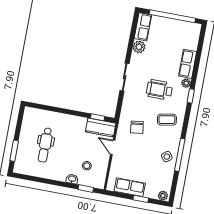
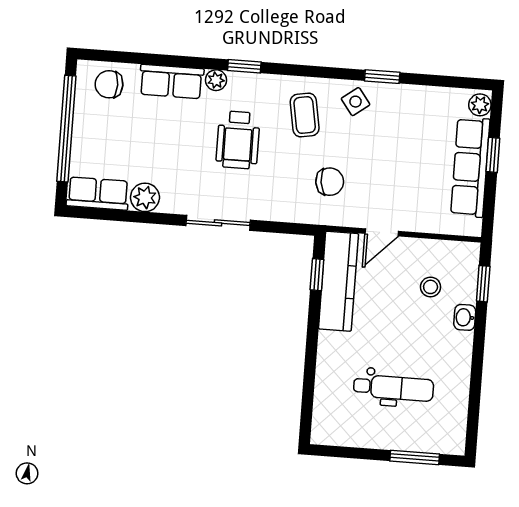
chair: (189, 37) -> (109, 84), added
kitchen counter: (101, 128) -> (338, 281), width x1.50
window: (180, 155) -> (382, 77), width x0.46
side table: (167, 157) -> (355, 102), moved
row of seats: (130, 187) -> (470, 167), width x1.48

